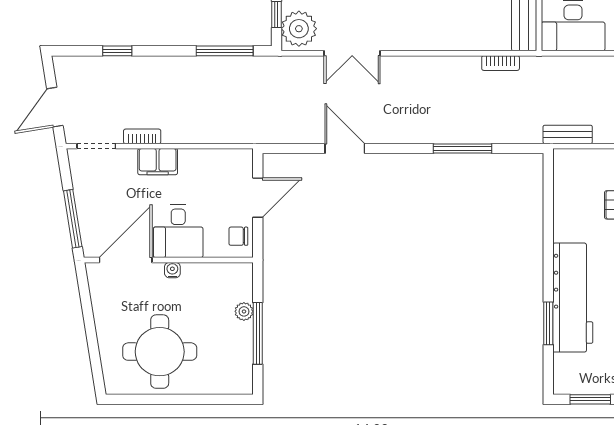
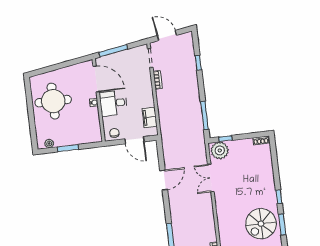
filing cabinet: (158, 162) -> (150, 117), moved
plant: (244, 311) -> (49, 144), moved
window: (258, 333) -> (68, 148), width x0.69

